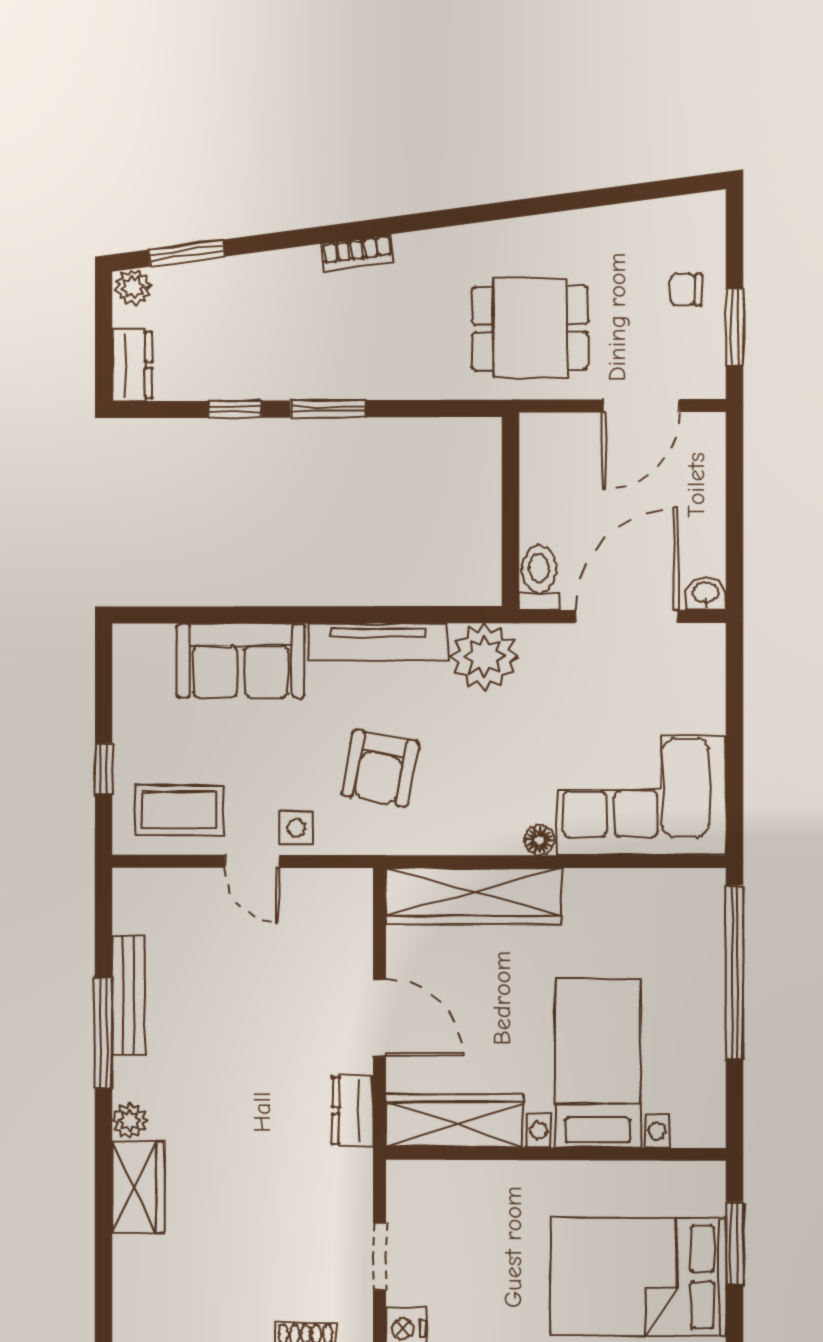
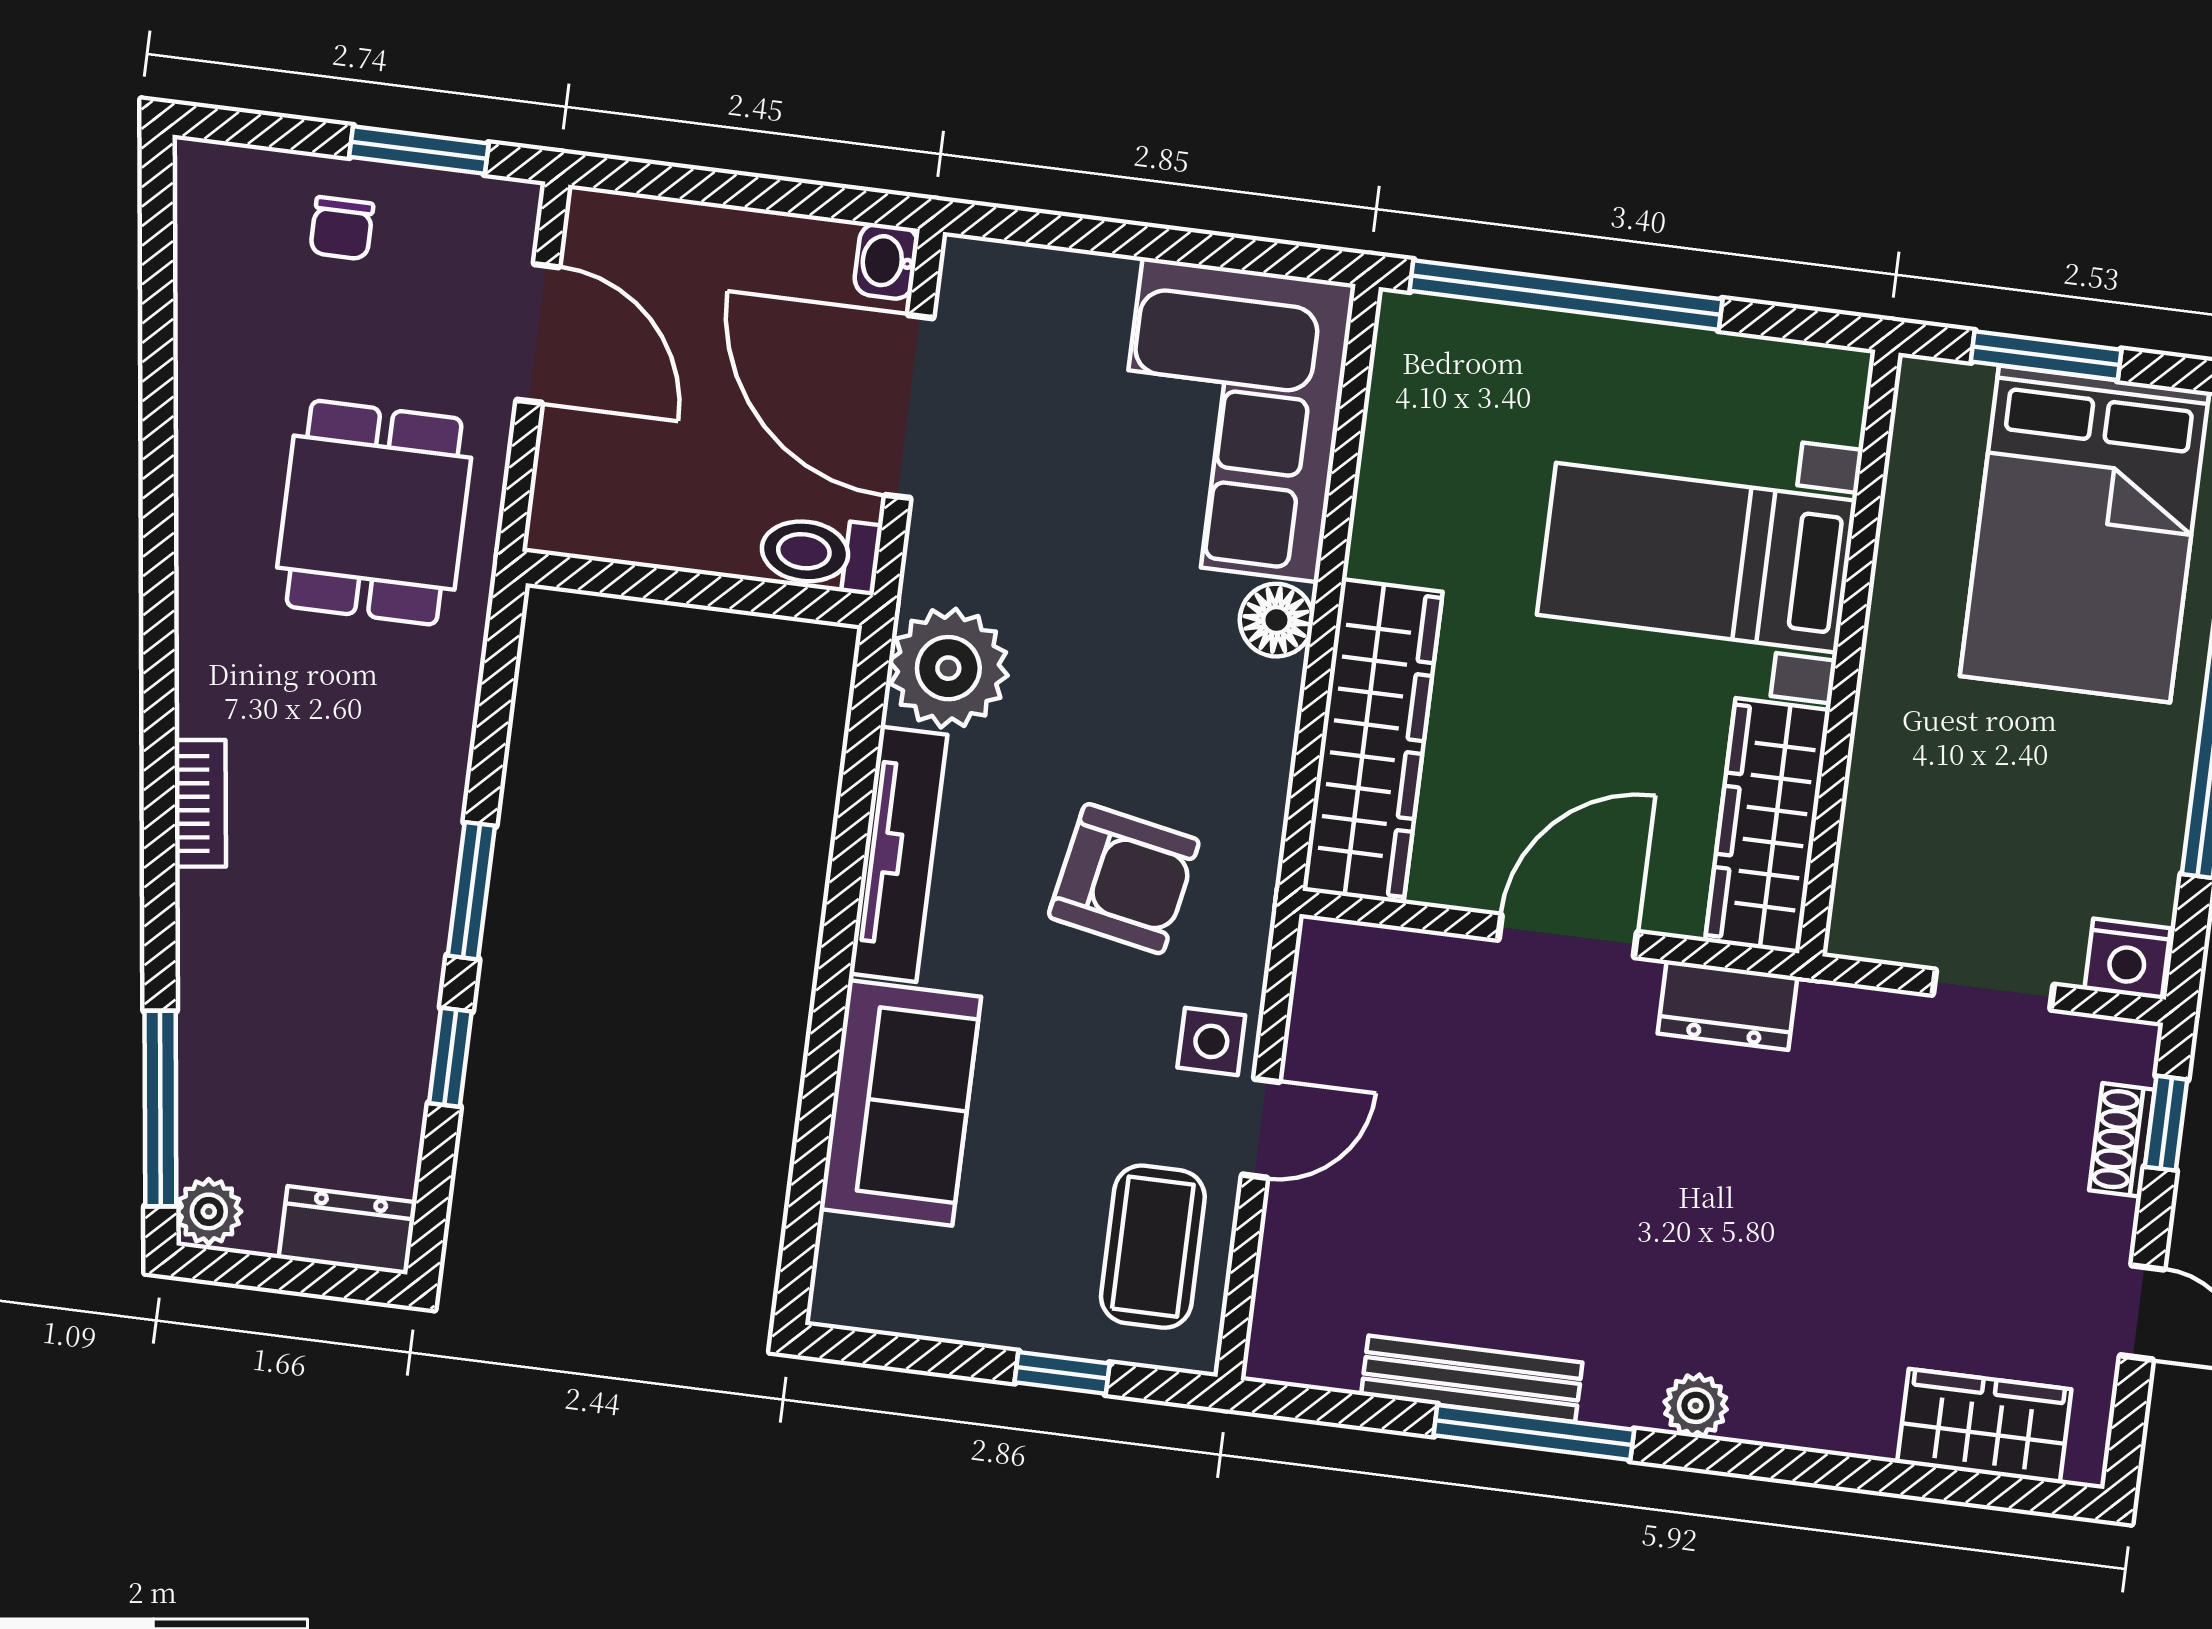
window: (186, 253) -> (160, 1108), width x1.44
floor lamp: (539, 840) -> (1276, 620), width x1.37, depth x1.37
wardrobe: (138, 1187) -> (1984, 1426), moved

